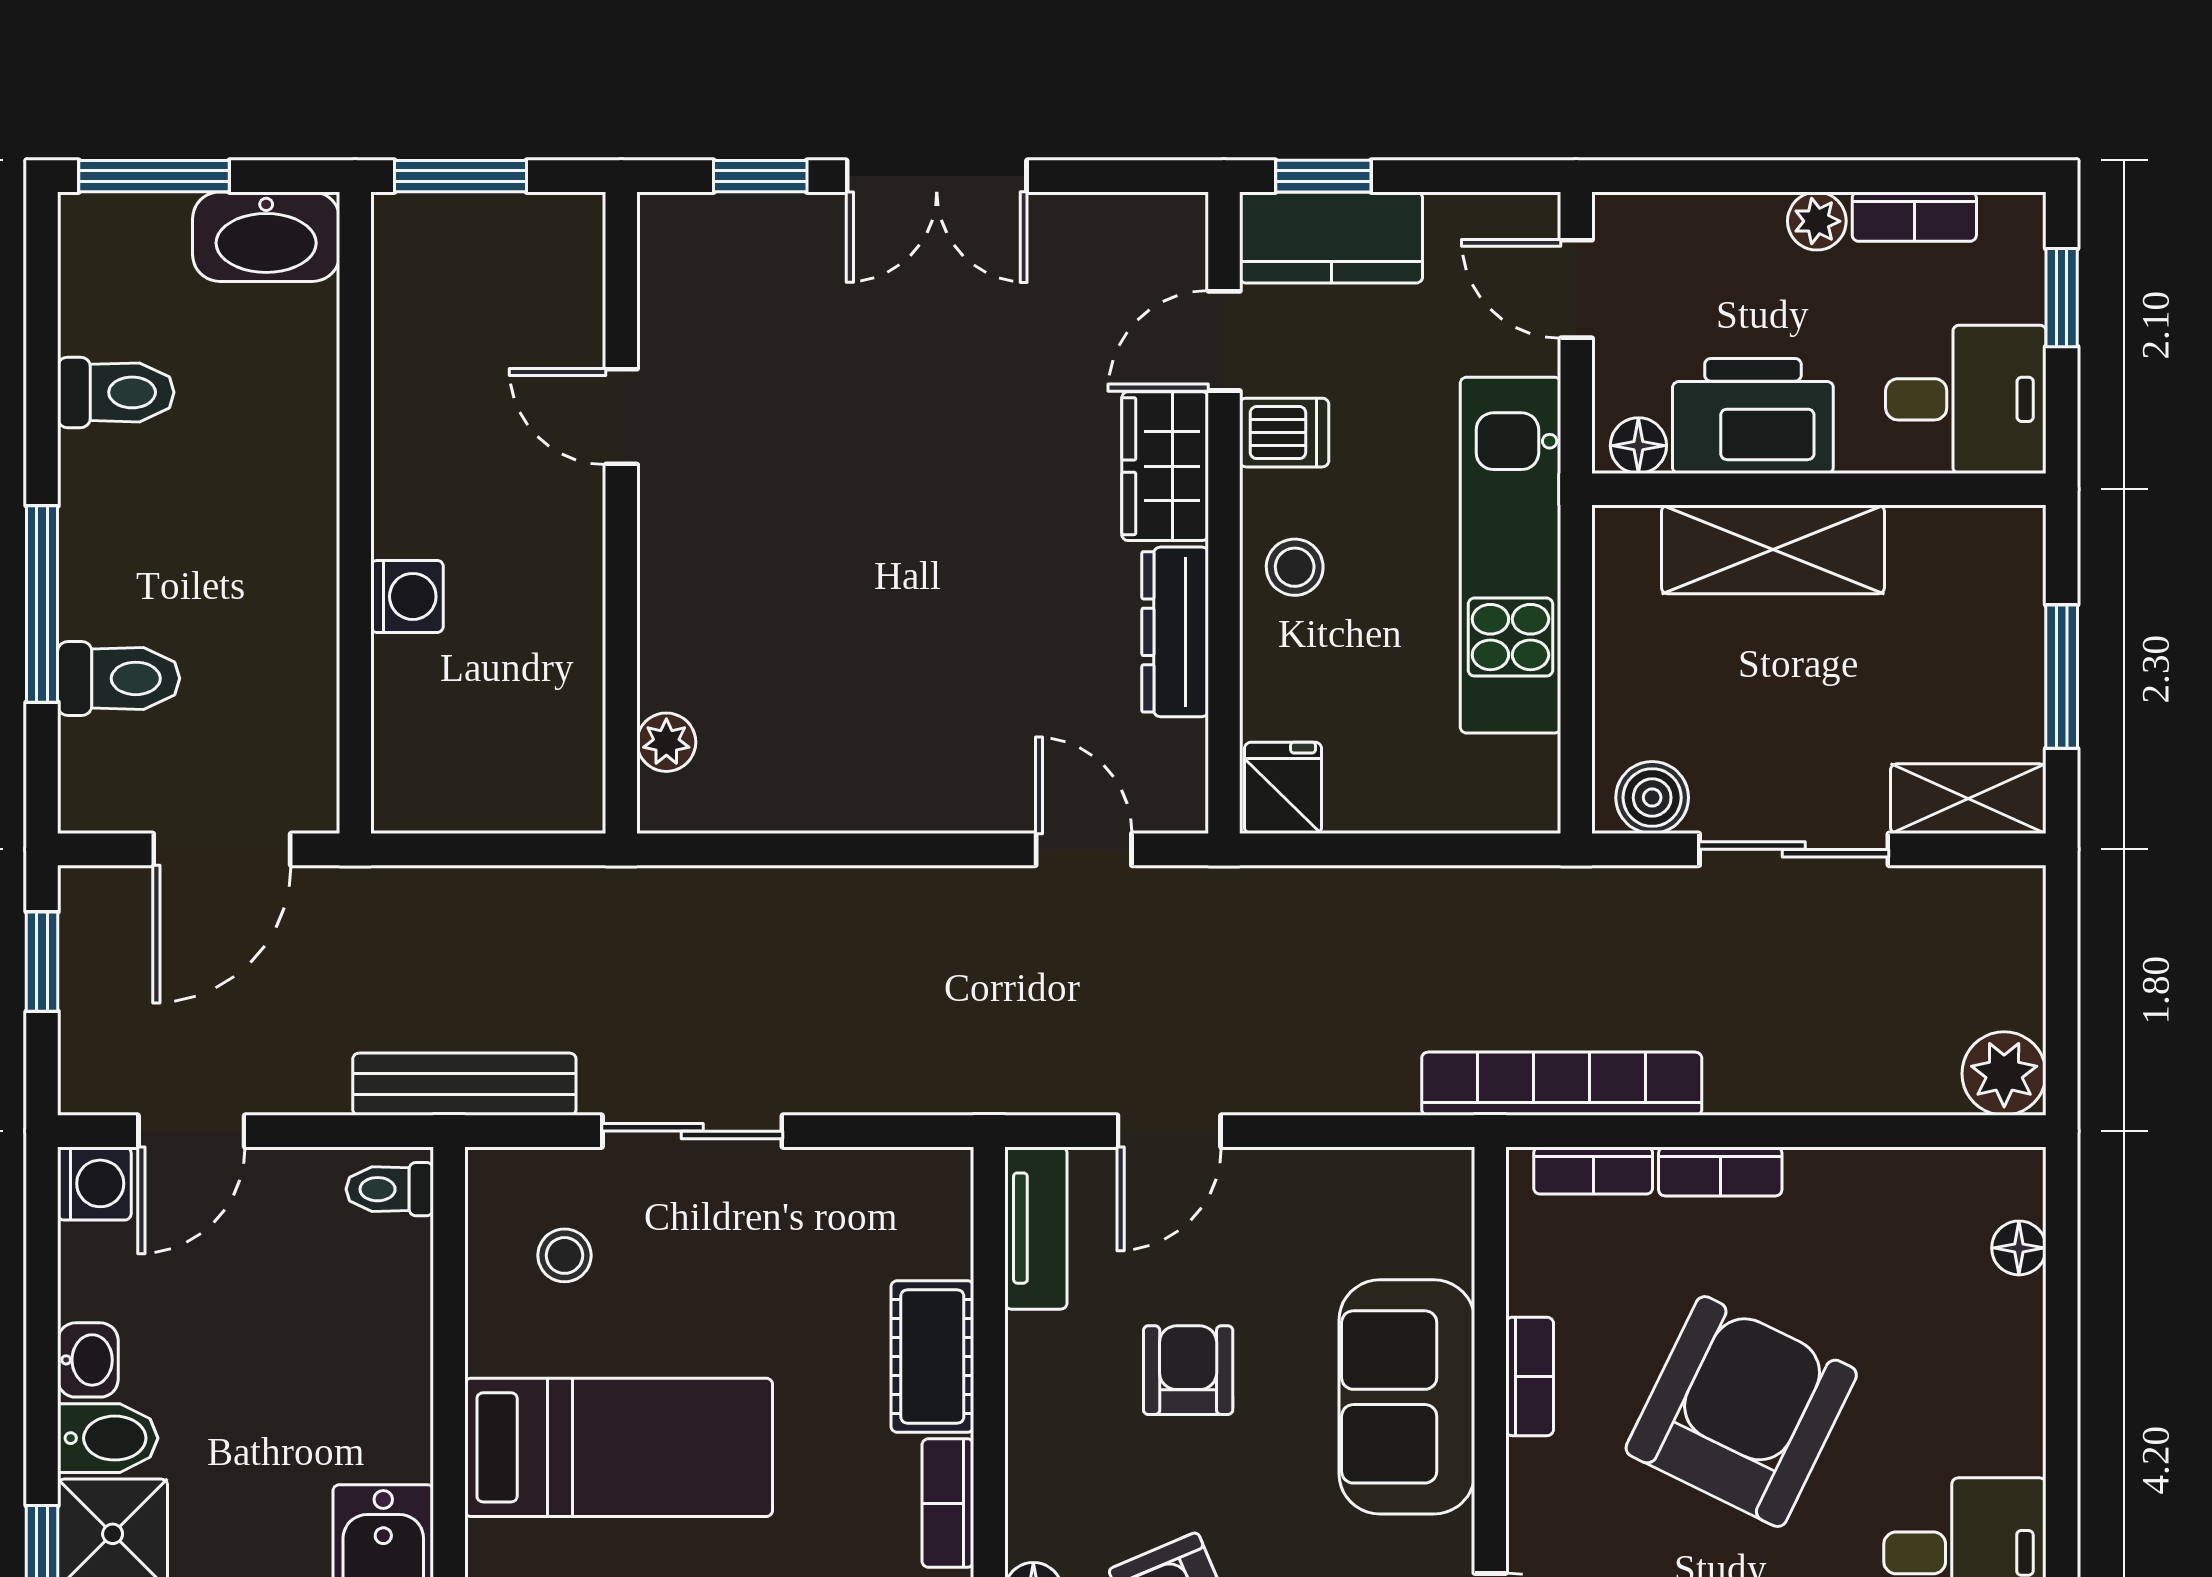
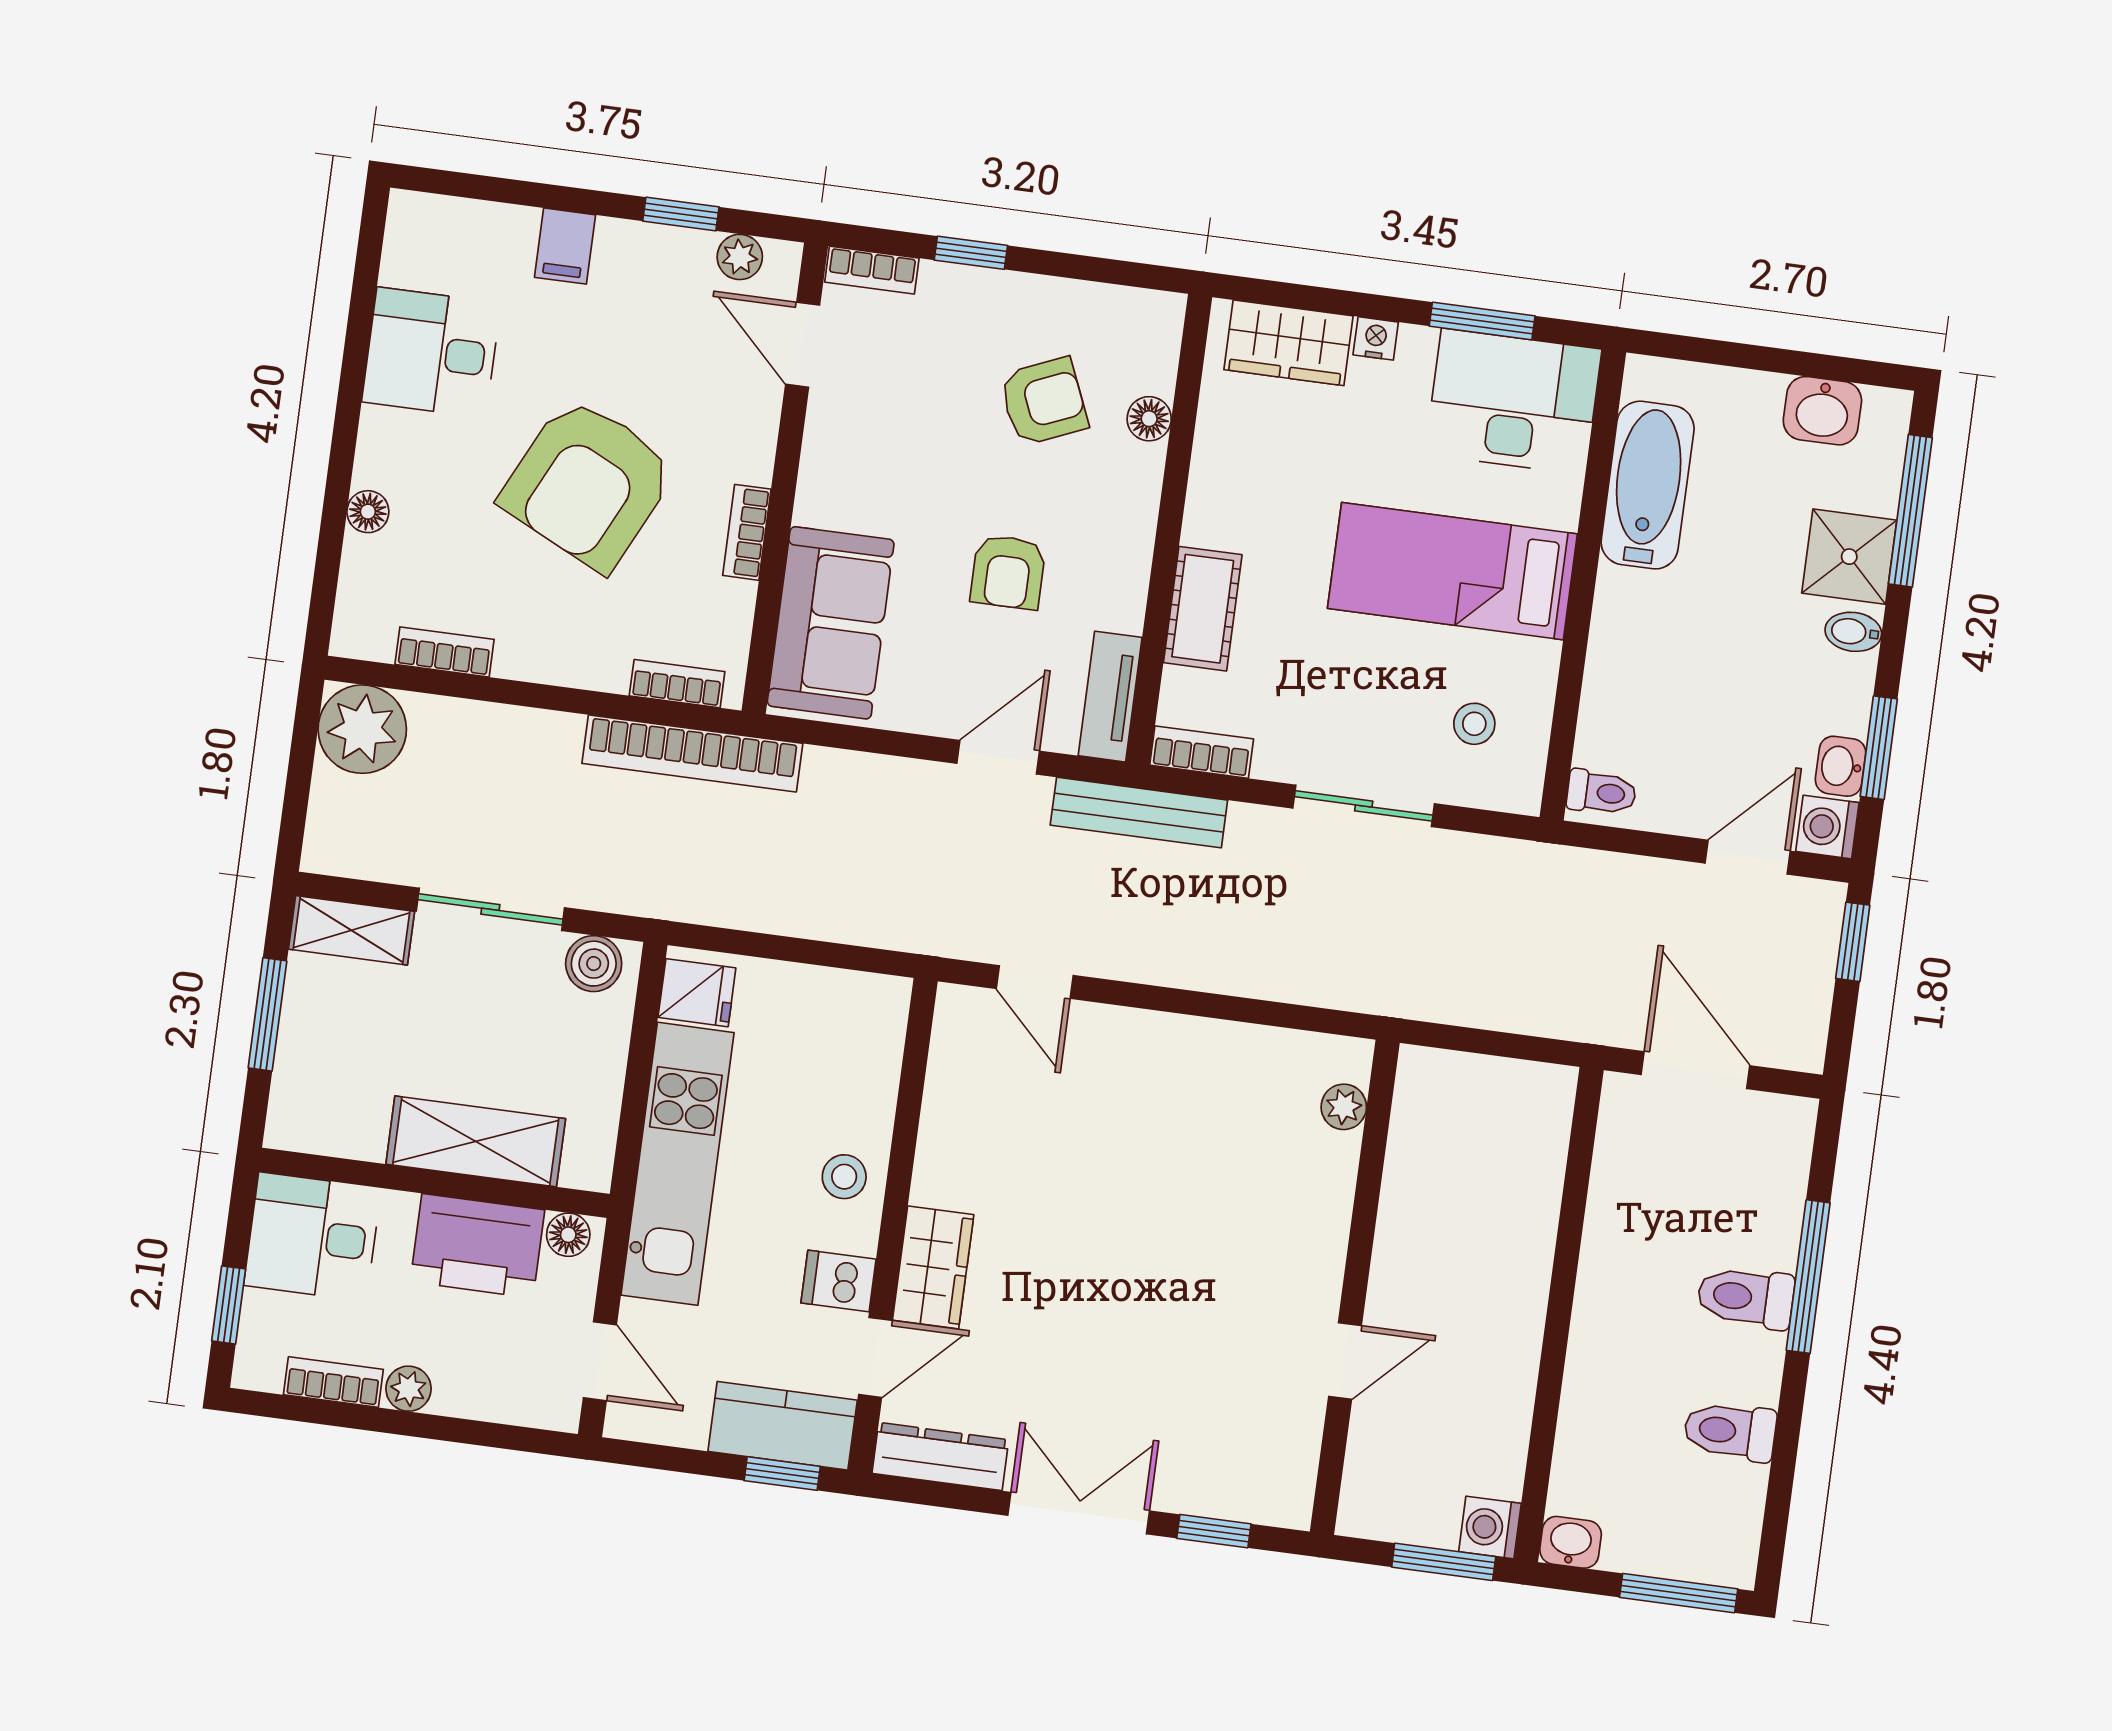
washbasin: (266, 237) -> (1571, 1542), width x0.52, depth x0.69
door: (621, 417) -> (1345, 1361), hinge flipped
washing machine: (407, 596) -> (1490, 1528), moved
dresser: (1175, 632) -> (940, 1456), moved, turned -90
toilet: (119, 678) -> (1746, 1297), moved
fridge: (1283, 788) -> (697, 993), moved, turned -90
door: (222, 849) -> (1695, 1070), hinge flipped
window: (42, 962) -> (1853, 942), moved
plant: (2004, 1074) -> (362, 729), width x1.36, depth x1.36
bench: (464, 1084) -> (1139, 813), moved
bookcase: (1720, 1171) -> (444, 652), moved
floor lamp: (2019, 1248) -> (368, 512), moved
window: (42, 1294) -> (1879, 748), added
washbasin: (88, 1360) -> (1841, 766), moved
sofa: (1407, 1397) -> (831, 623), moved
bidet: (108, 1438) -> (1853, 632), width x0.72, depth x0.74
bookcase: (948, 1503) -> (1202, 752), moved, turned -90

